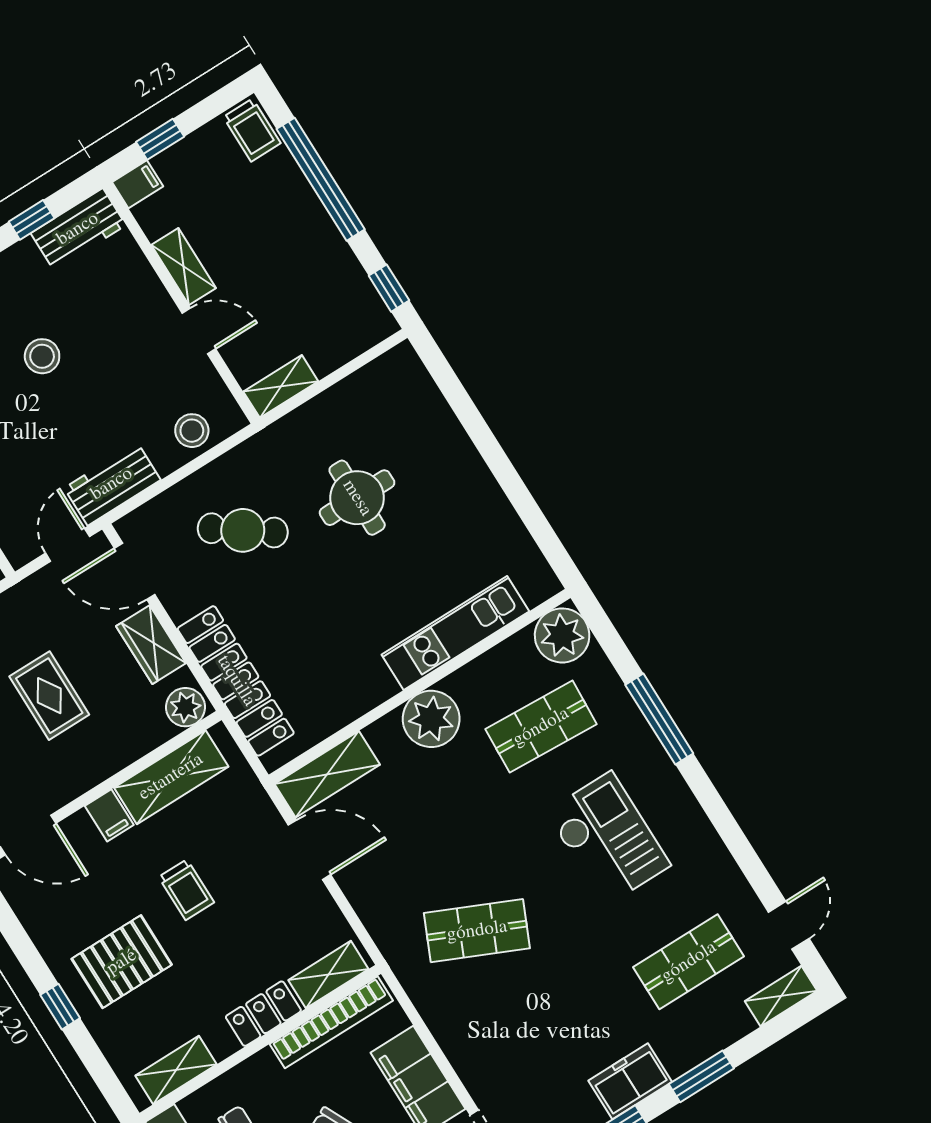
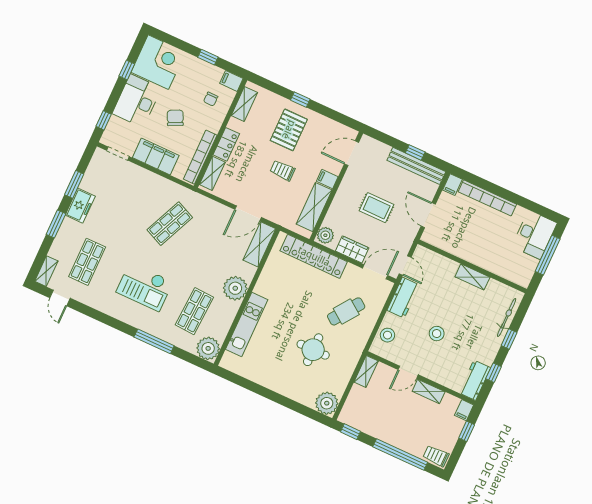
stool: (42, 356) -> (437, 334), moved
plant: (399, 375) -> (327, 403), added

